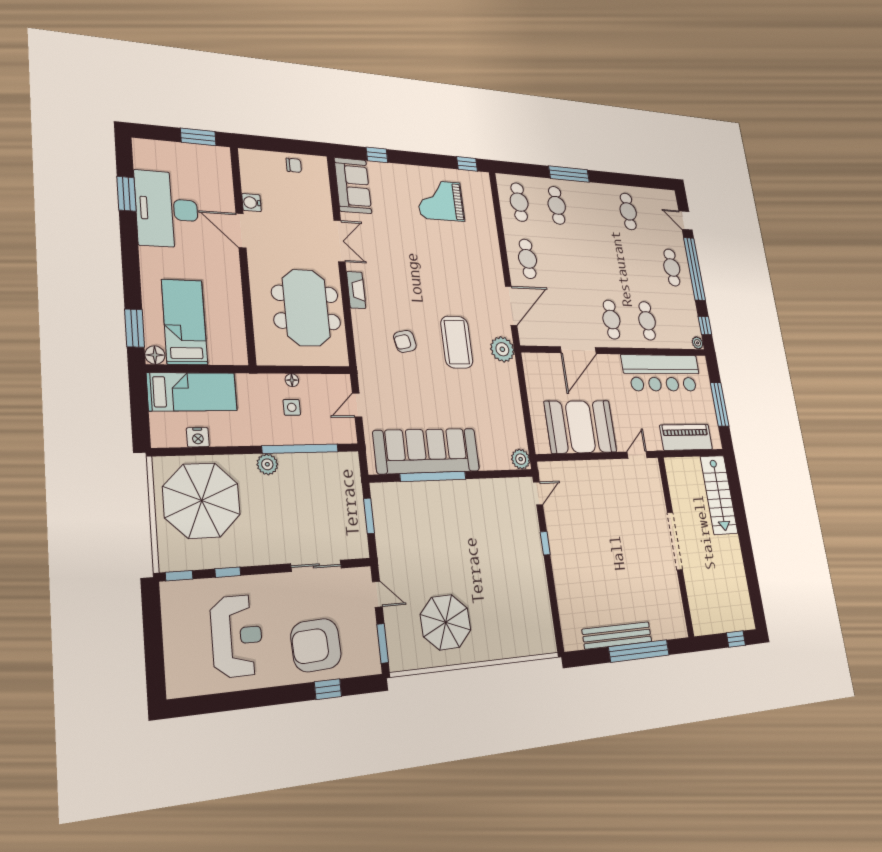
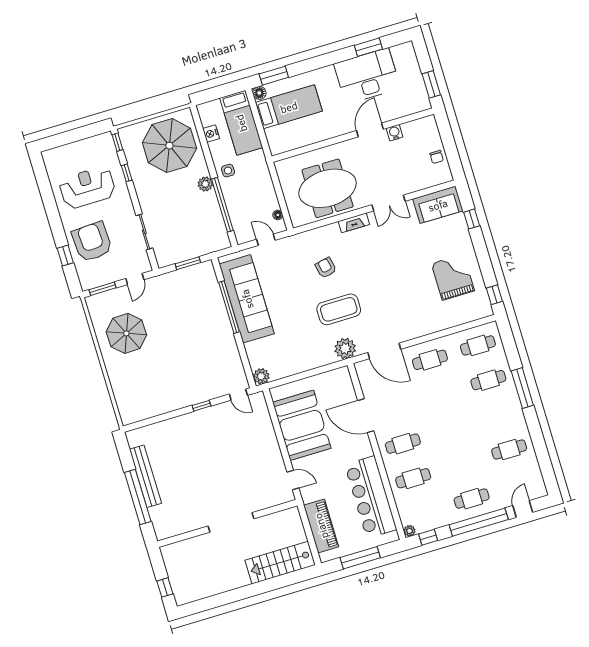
floor lamp: (292, 380) -> (278, 215), moved
side table: (292, 407) -> (228, 171), moved
reception desk: (237, 636) -> (87, 187), turned 180

